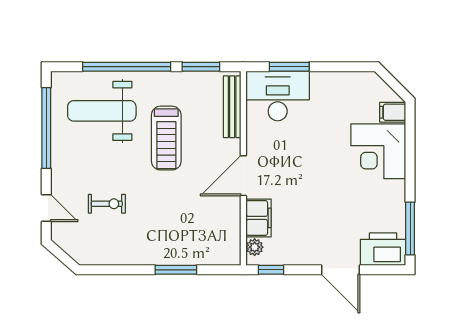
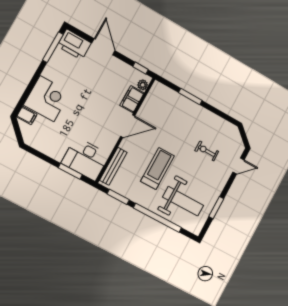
window: (46, 128) -> (216, 208), width x0.47
door: (46, 208) -> (238, 166), swing flipped

